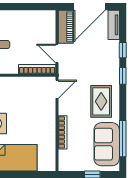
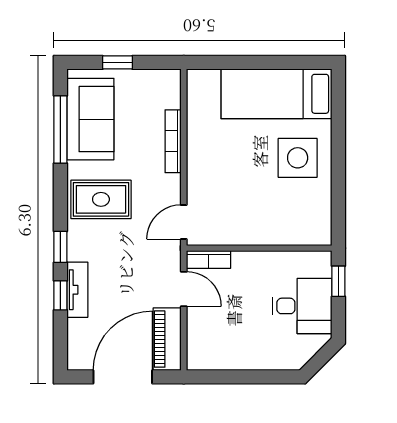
tv unit: (114, 25) -> (77, 290), moved
bookcase: (37, 69) -> (208, 260), width x0.64
rug: (101, 101) -> (101, 199), turned 90

